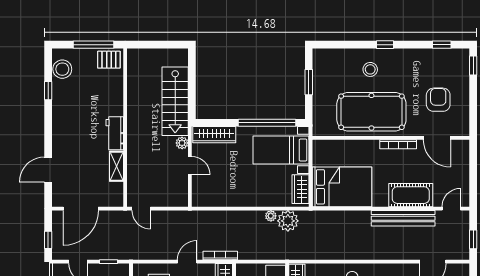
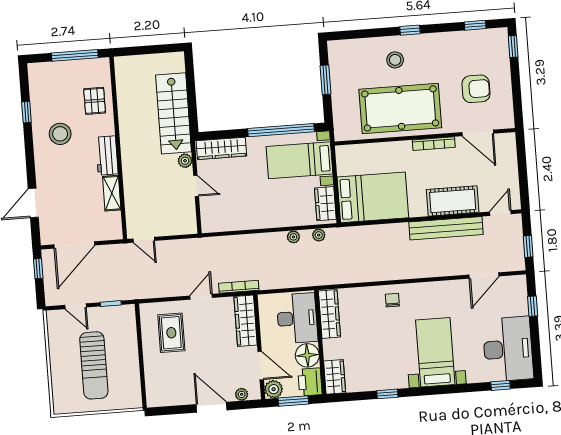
pallet: (109, 60) -> (95, 101), moved, turned 90
stool: (62, 69) -> (60, 134), moved
armchair: (438, 100) -> (476, 89), turned 90
plant: (288, 221) -> (319, 235), width x0.53, depth x0.53
window: (48, 240) -> (38, 269), moved

